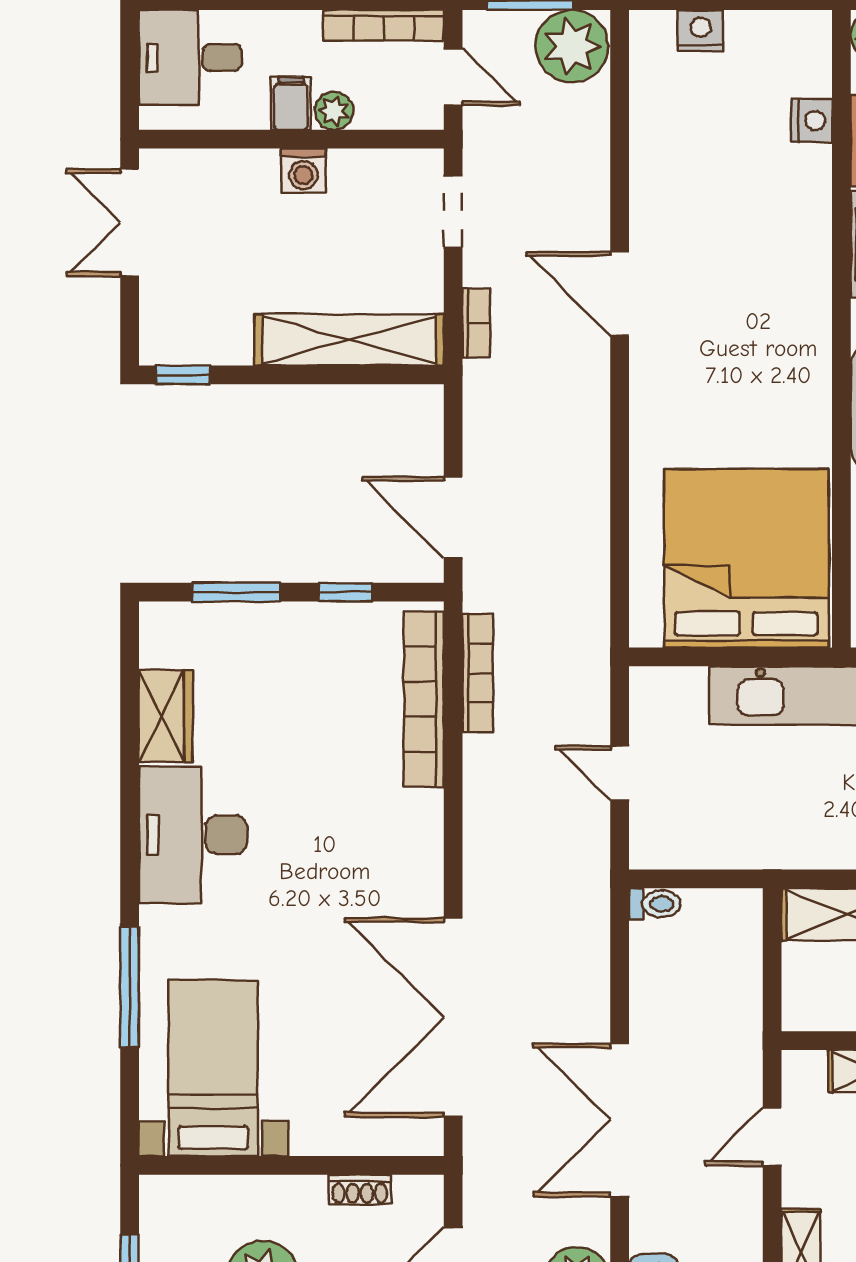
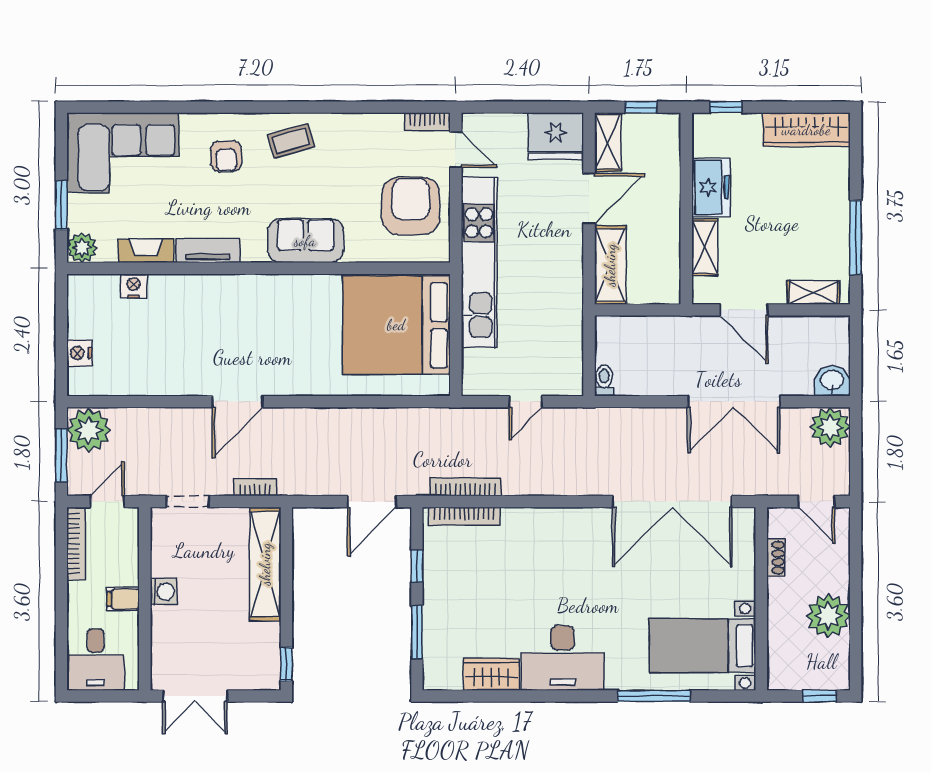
plant: (334, 111) -> (128, 573), removed
bookcase: (424, 699) -> (464, 516), width x0.68, depth x0.76
door: (772, 1137) -> (744, 310), width x1.38

